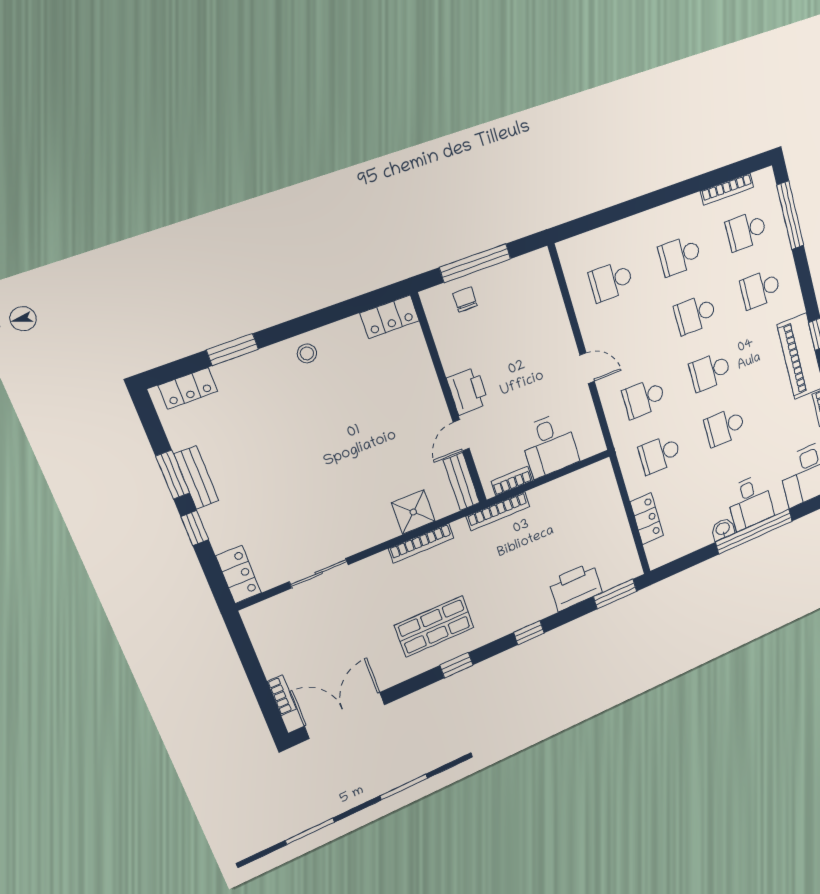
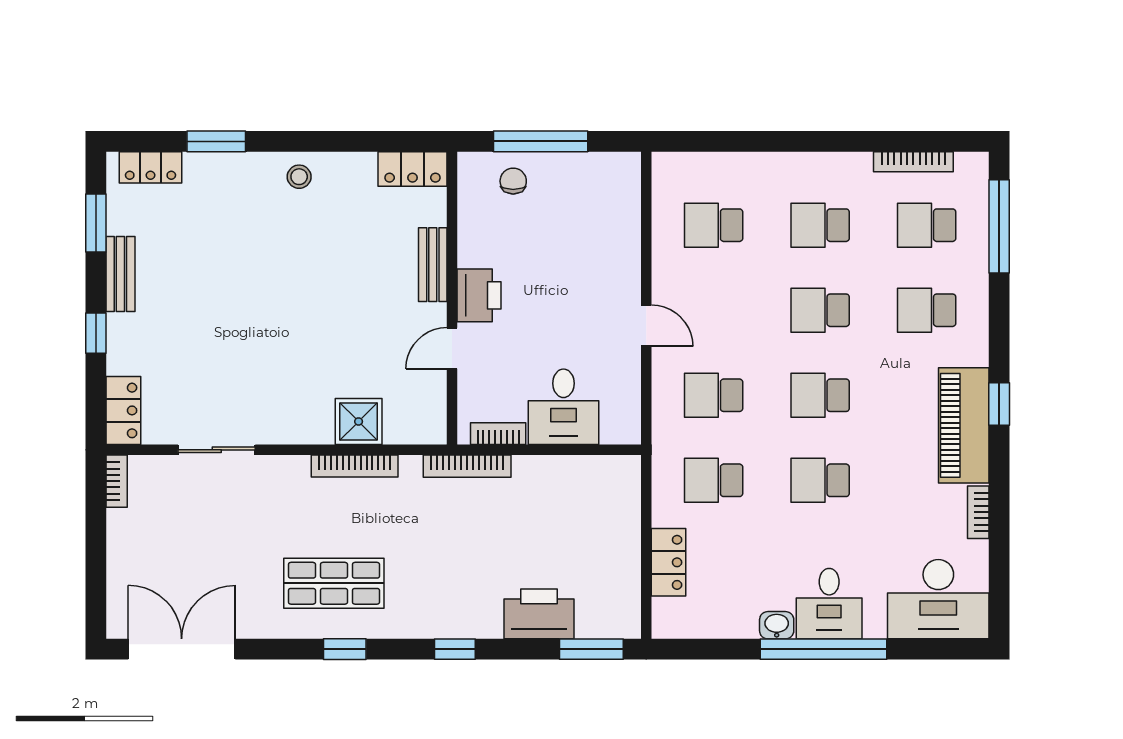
window: (173, 475) -> (96, 223), moved
bench: (462, 482) -> (433, 265), moved
bookcase: (282, 695) -> (117, 481), moved

